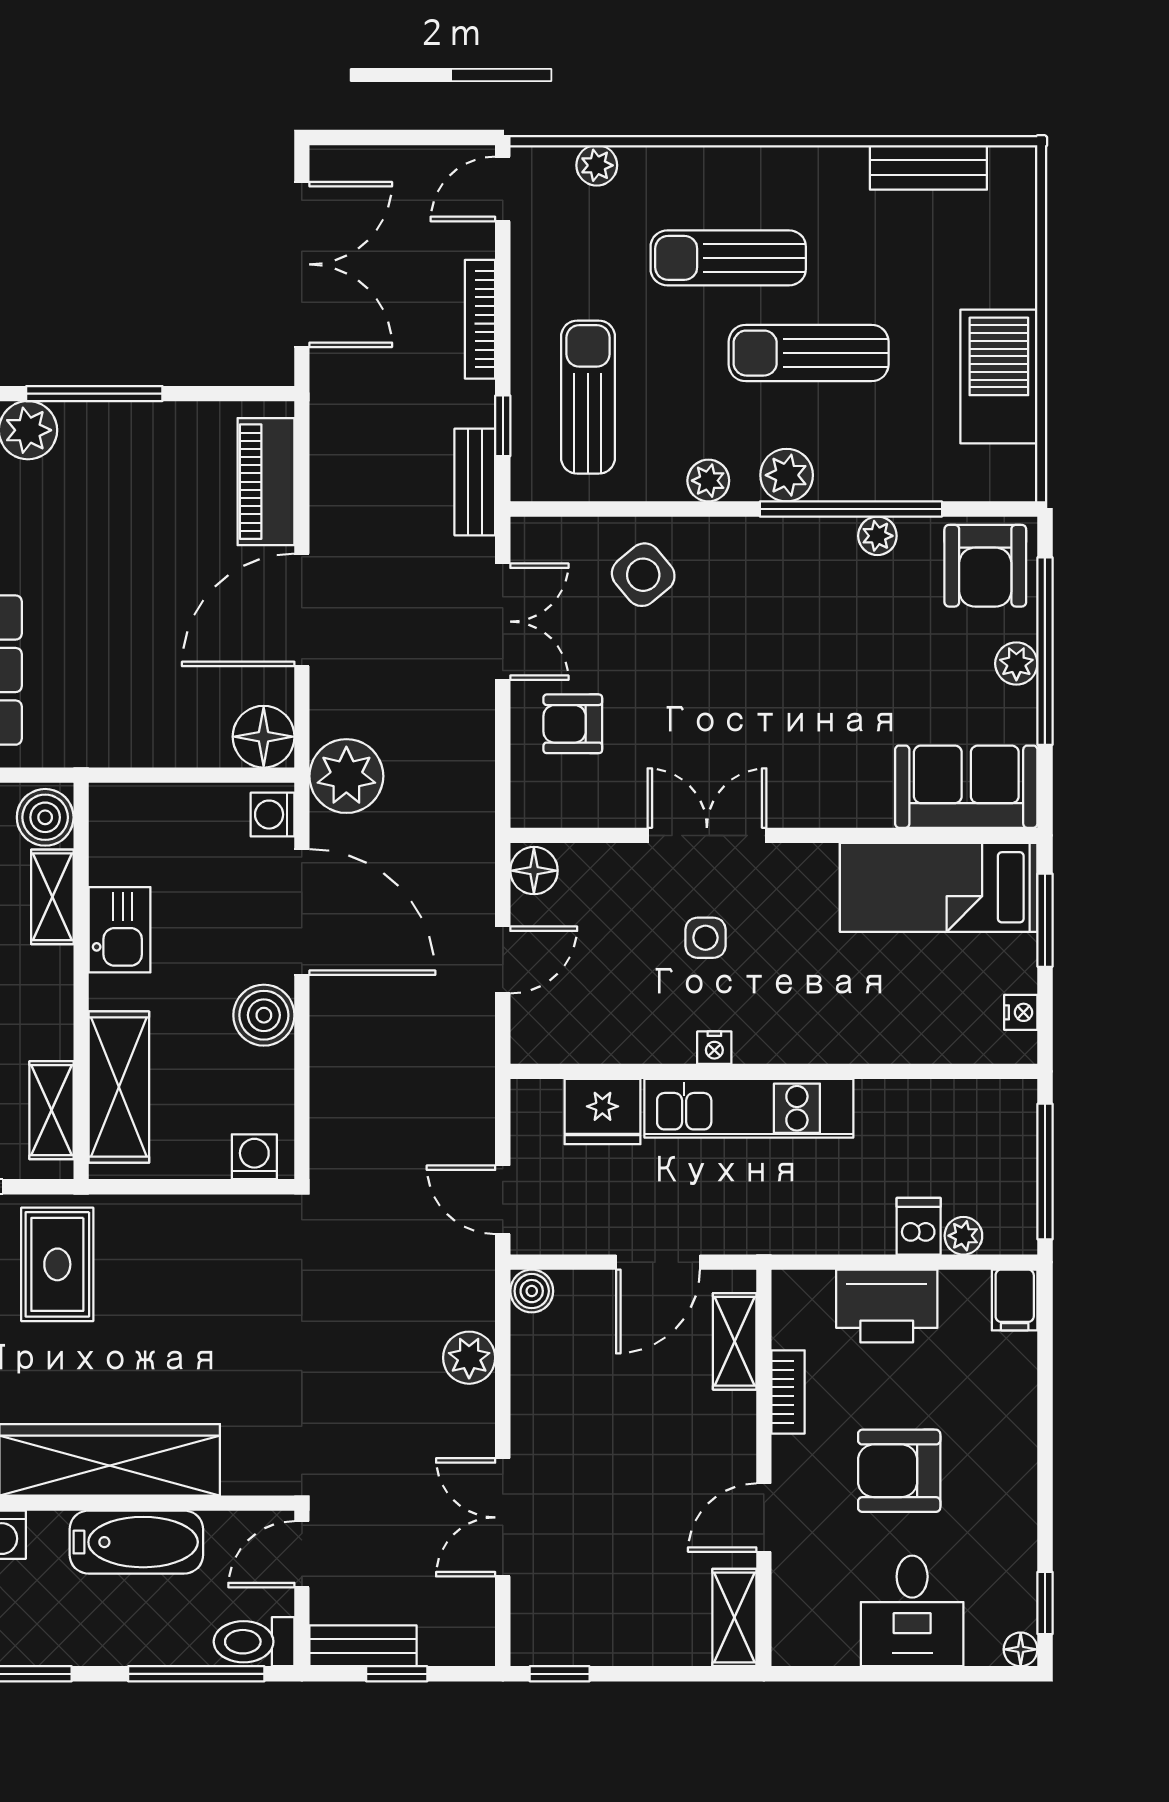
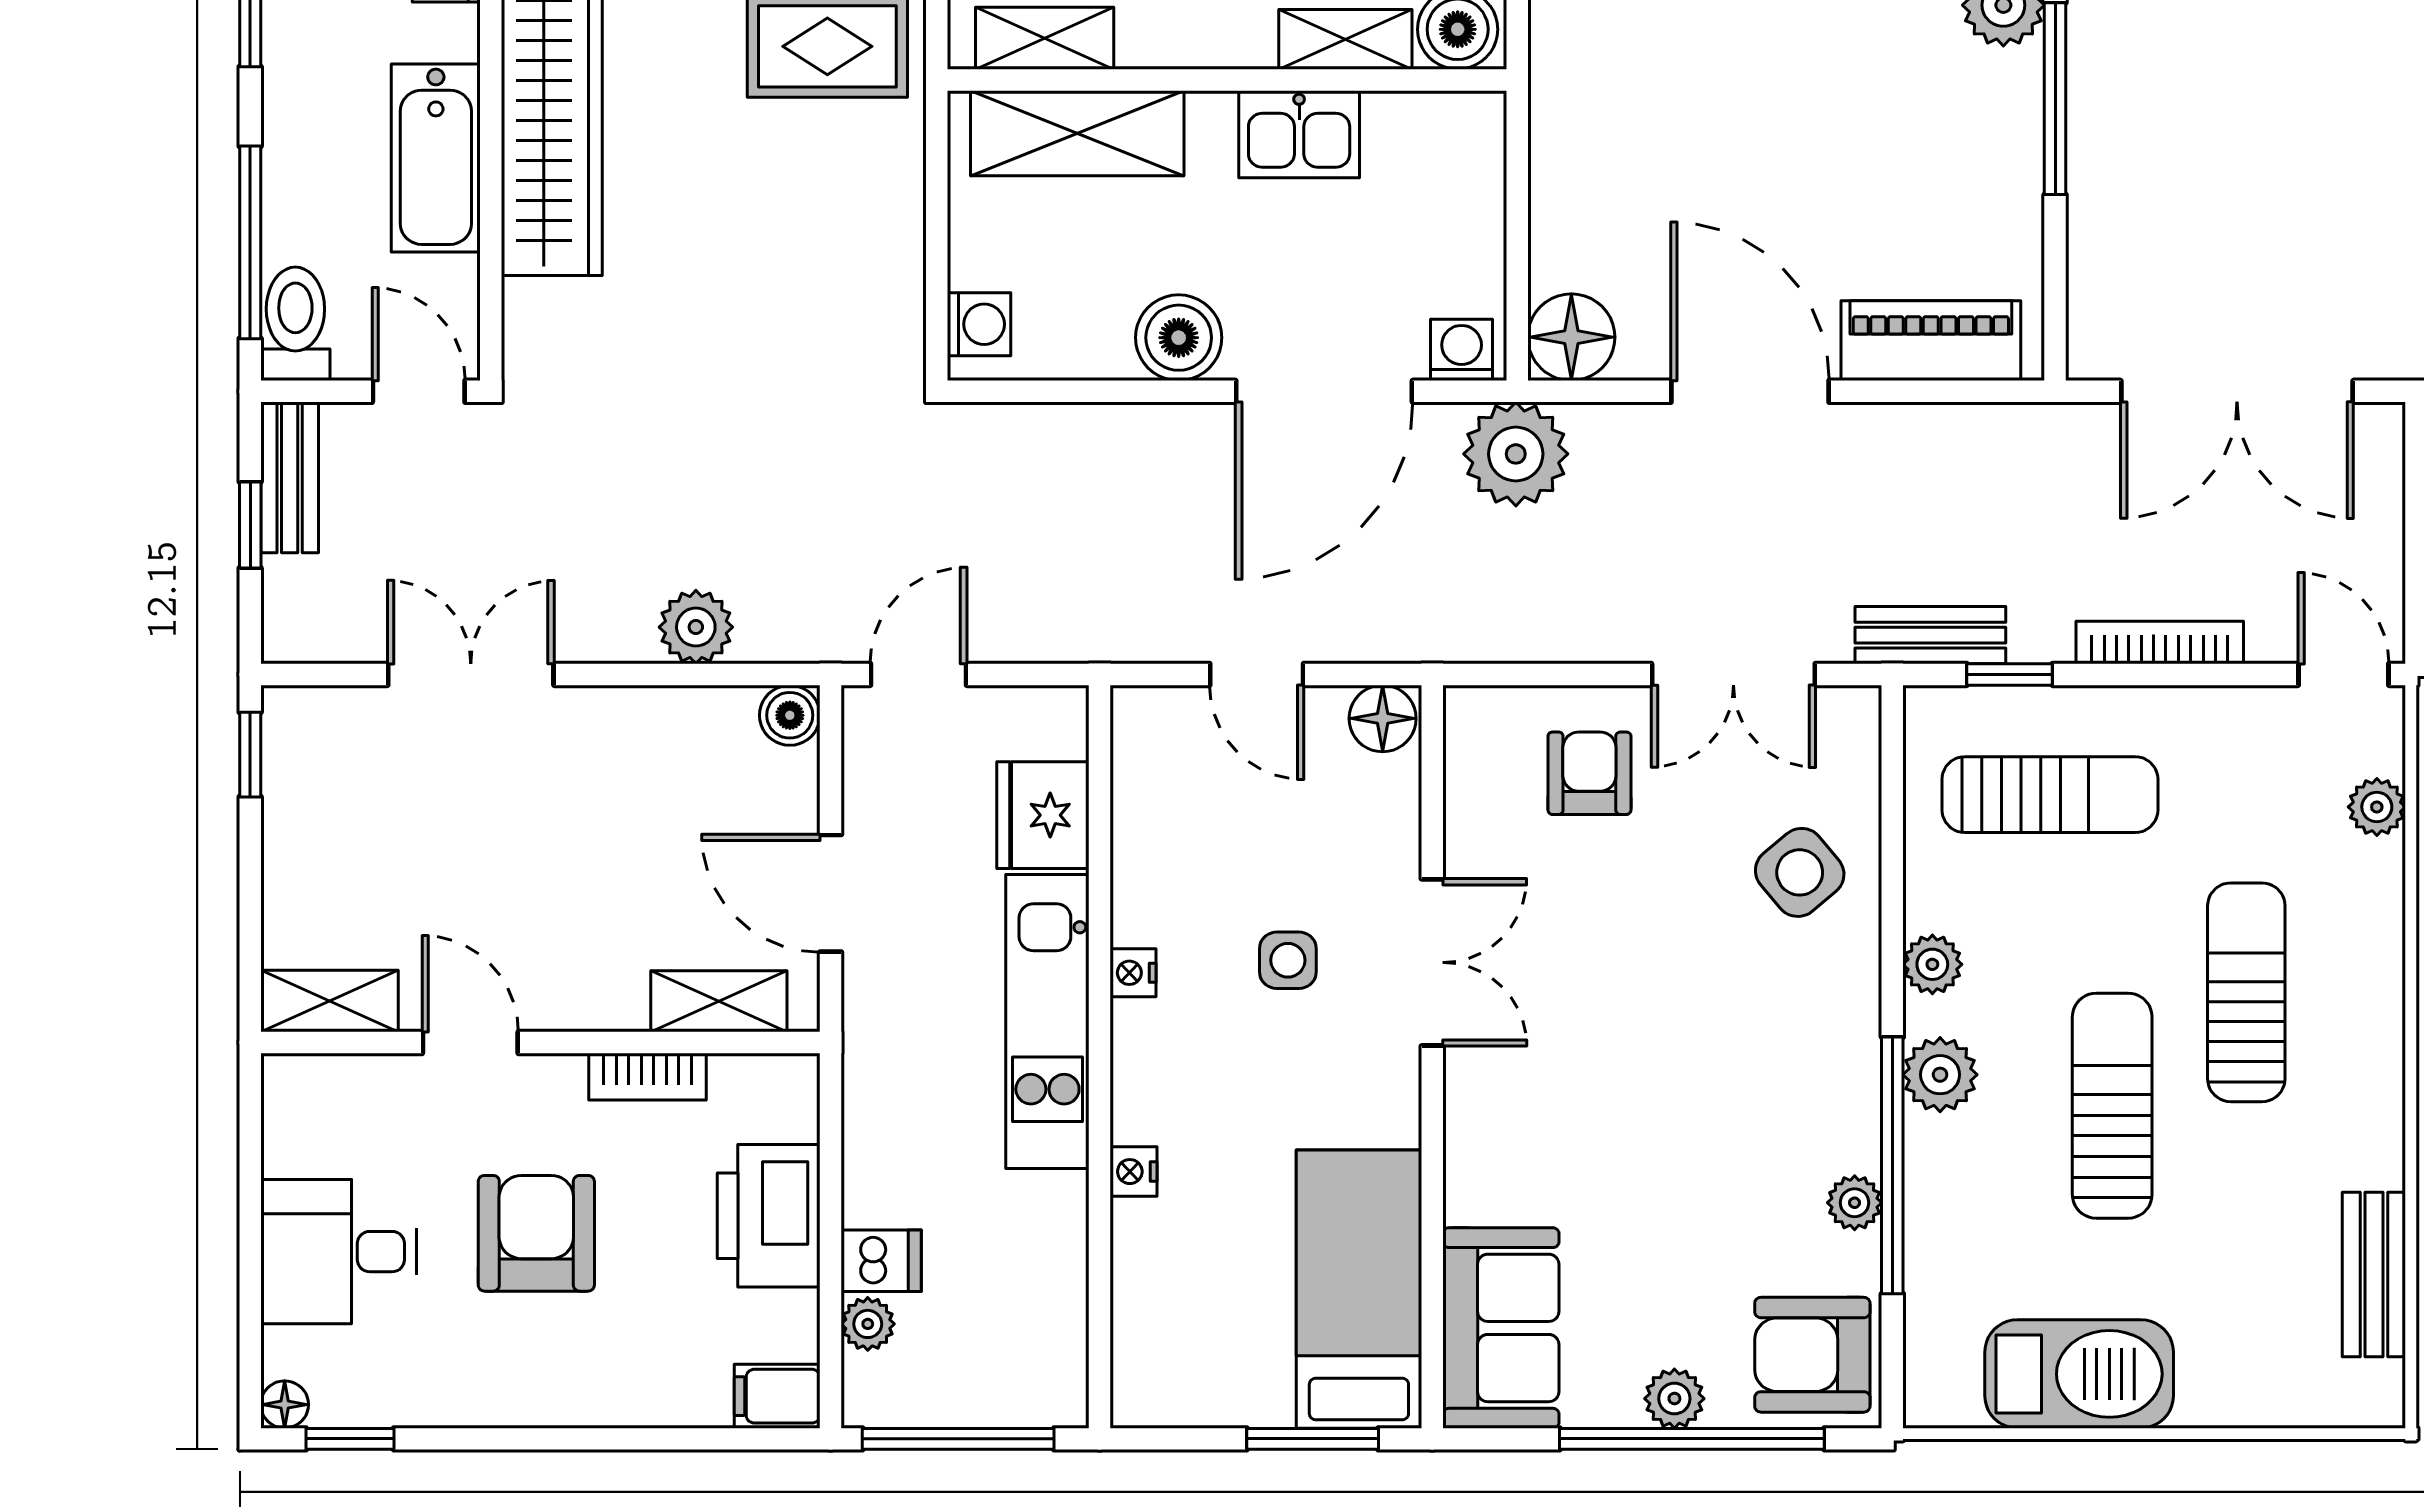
nightstand: (1021, 1012) -> (1134, 1172), moved, turned 90

